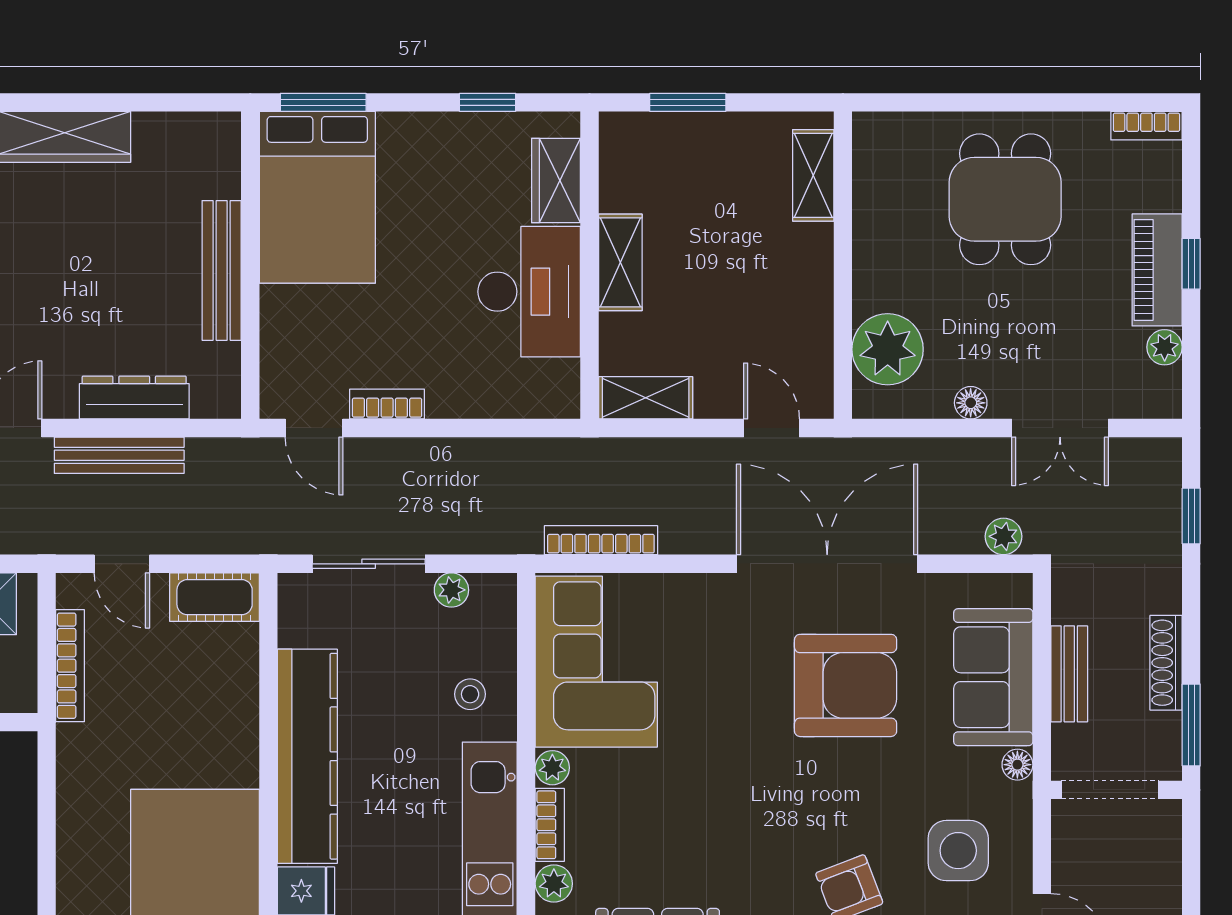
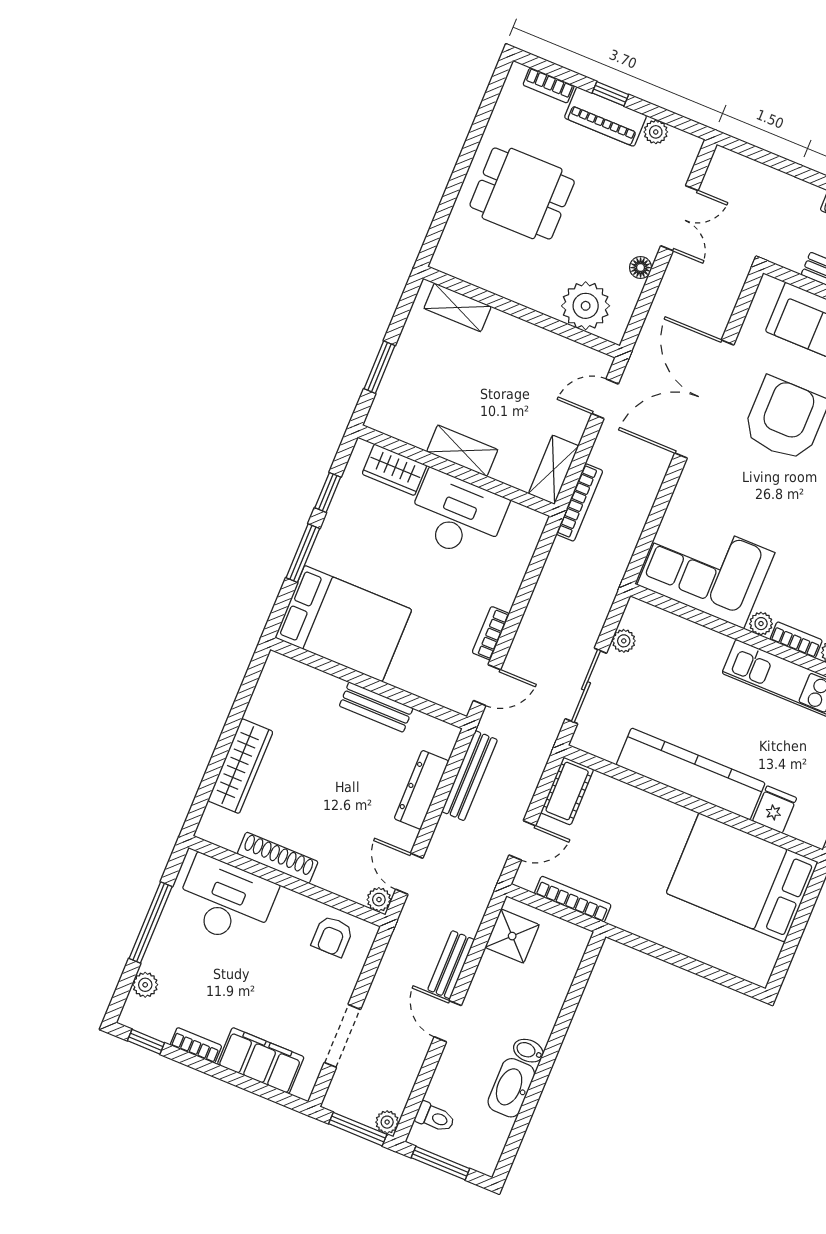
window: (323, 102) -> (303, 553), moved
bookcase: (1146, 126) -> (549, 85), moved, turned 90
bench: (222, 270) -> (376, 707), width x0.73
bench: (119, 455) -> (470, 776), moved
window: (1191, 516) -> (768, 159), removed
plant: (1003, 536) -> (733, 282), removed
bookcase: (601, 540) -> (579, 502), moved, turned 180
stool: (470, 694) -> (694, 656), removed

